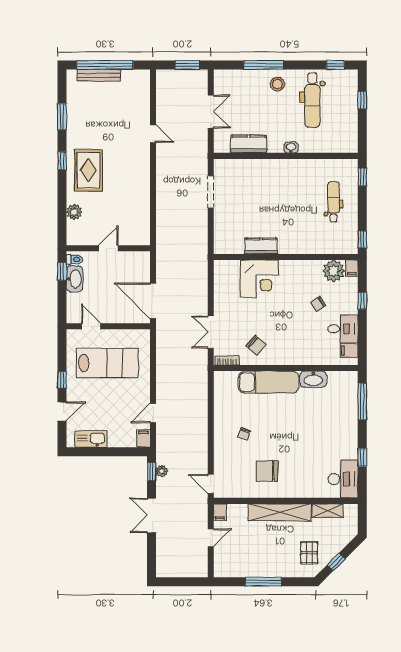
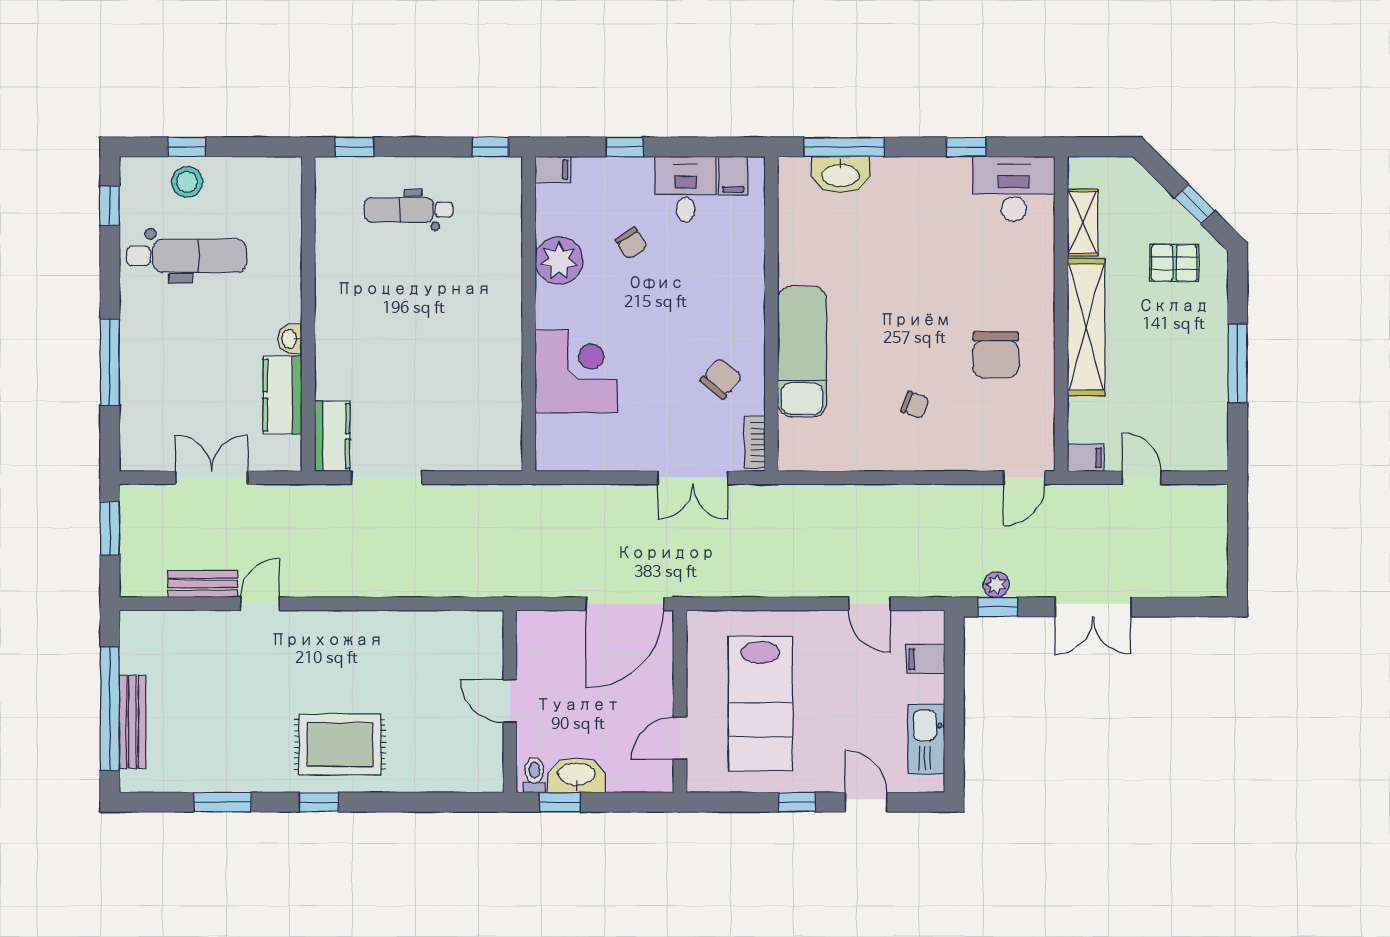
stool: (277, 84) -> (187, 182), moved
bench: (162, 107) -> (203, 584), added
washbasin: (291, 148) -> (290, 339), moved
plant: (74, 212) -> (431, 776), removed
kitchen counter: (261, 246) -> (332, 436), moved, turned 180
plant: (334, 271) -> (559, 261), moved
lab bench: (107, 363) -> (760, 704), turned 180
washbasin: (313, 379) -> (841, 174), moved, turned 90
filing cabinet: (143, 439) -> (925, 659), moved

